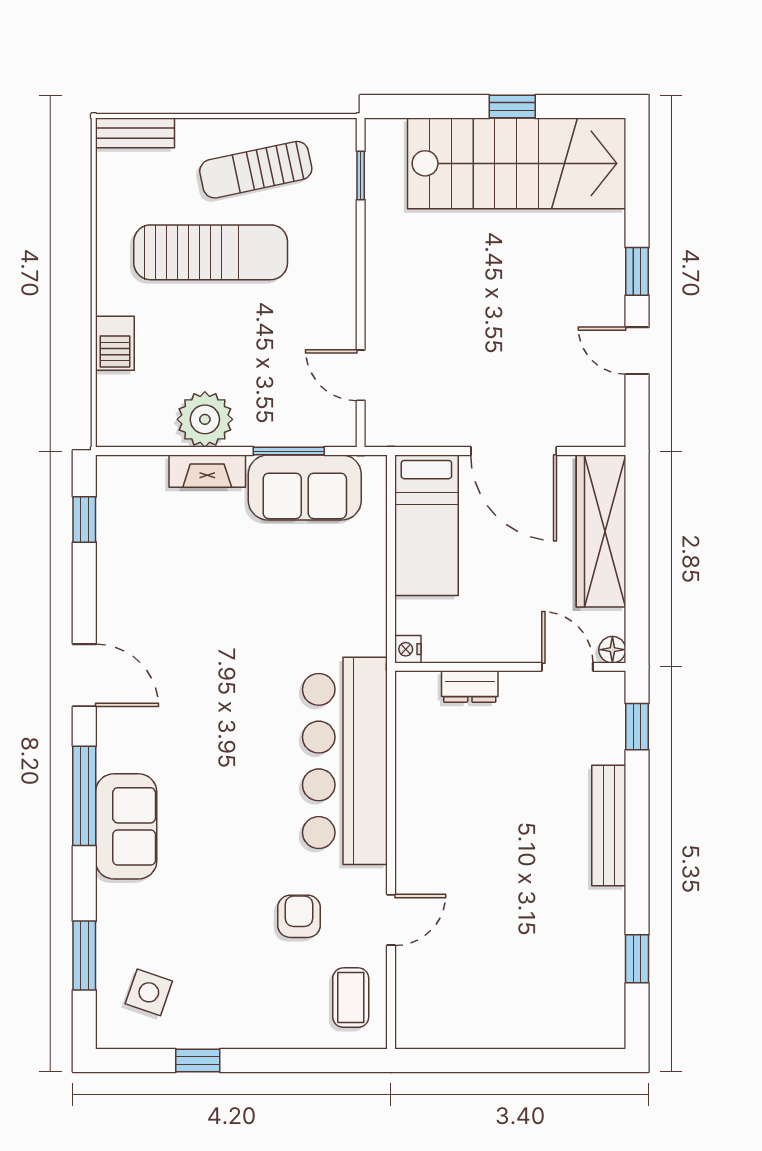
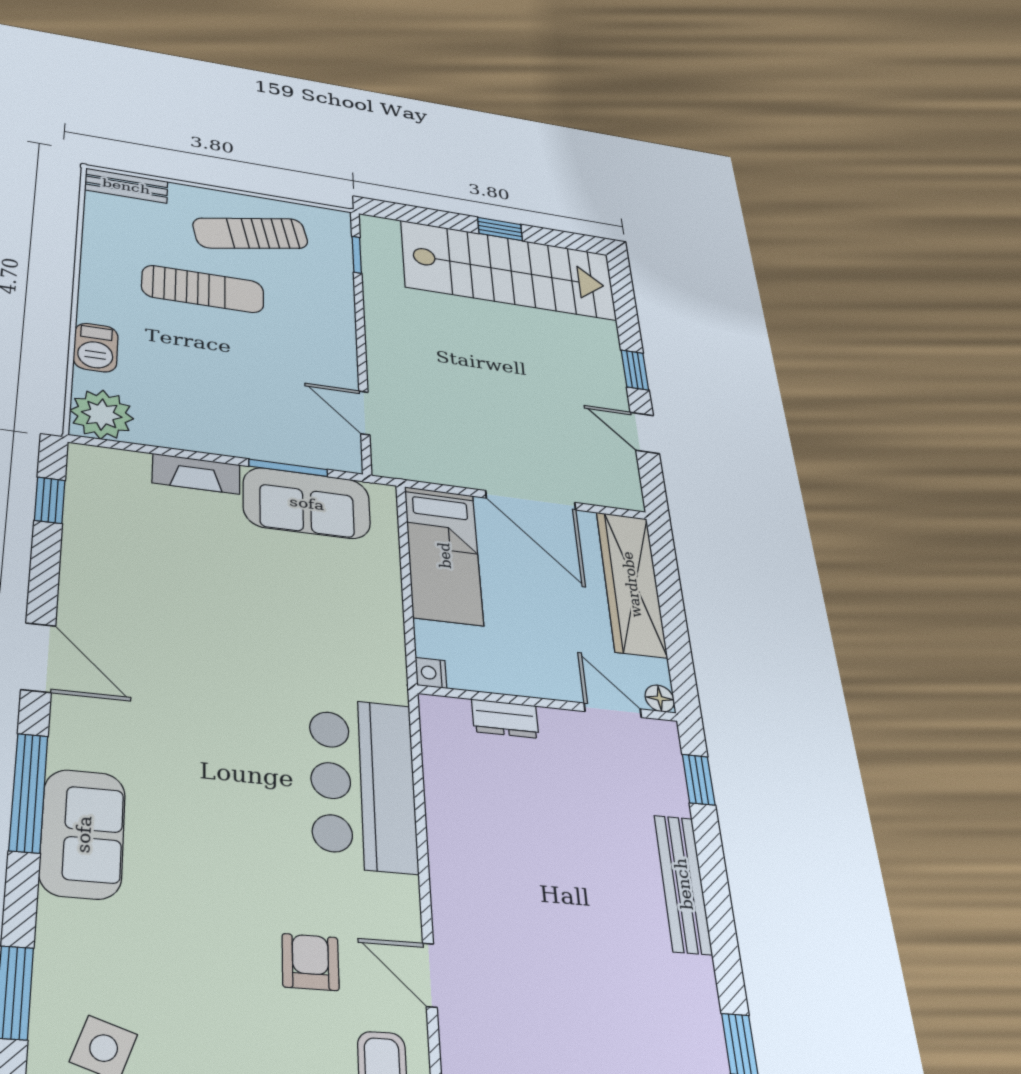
sun lounger: (211, 252) -> (203, 289), width x0.73, depth x0.75
plant: (205, 419) -> (102, 414), moved
bar counter: (345, 761) -> (363, 784), width x0.73
door: (391, 920) -> (430, 975), swing flipped

